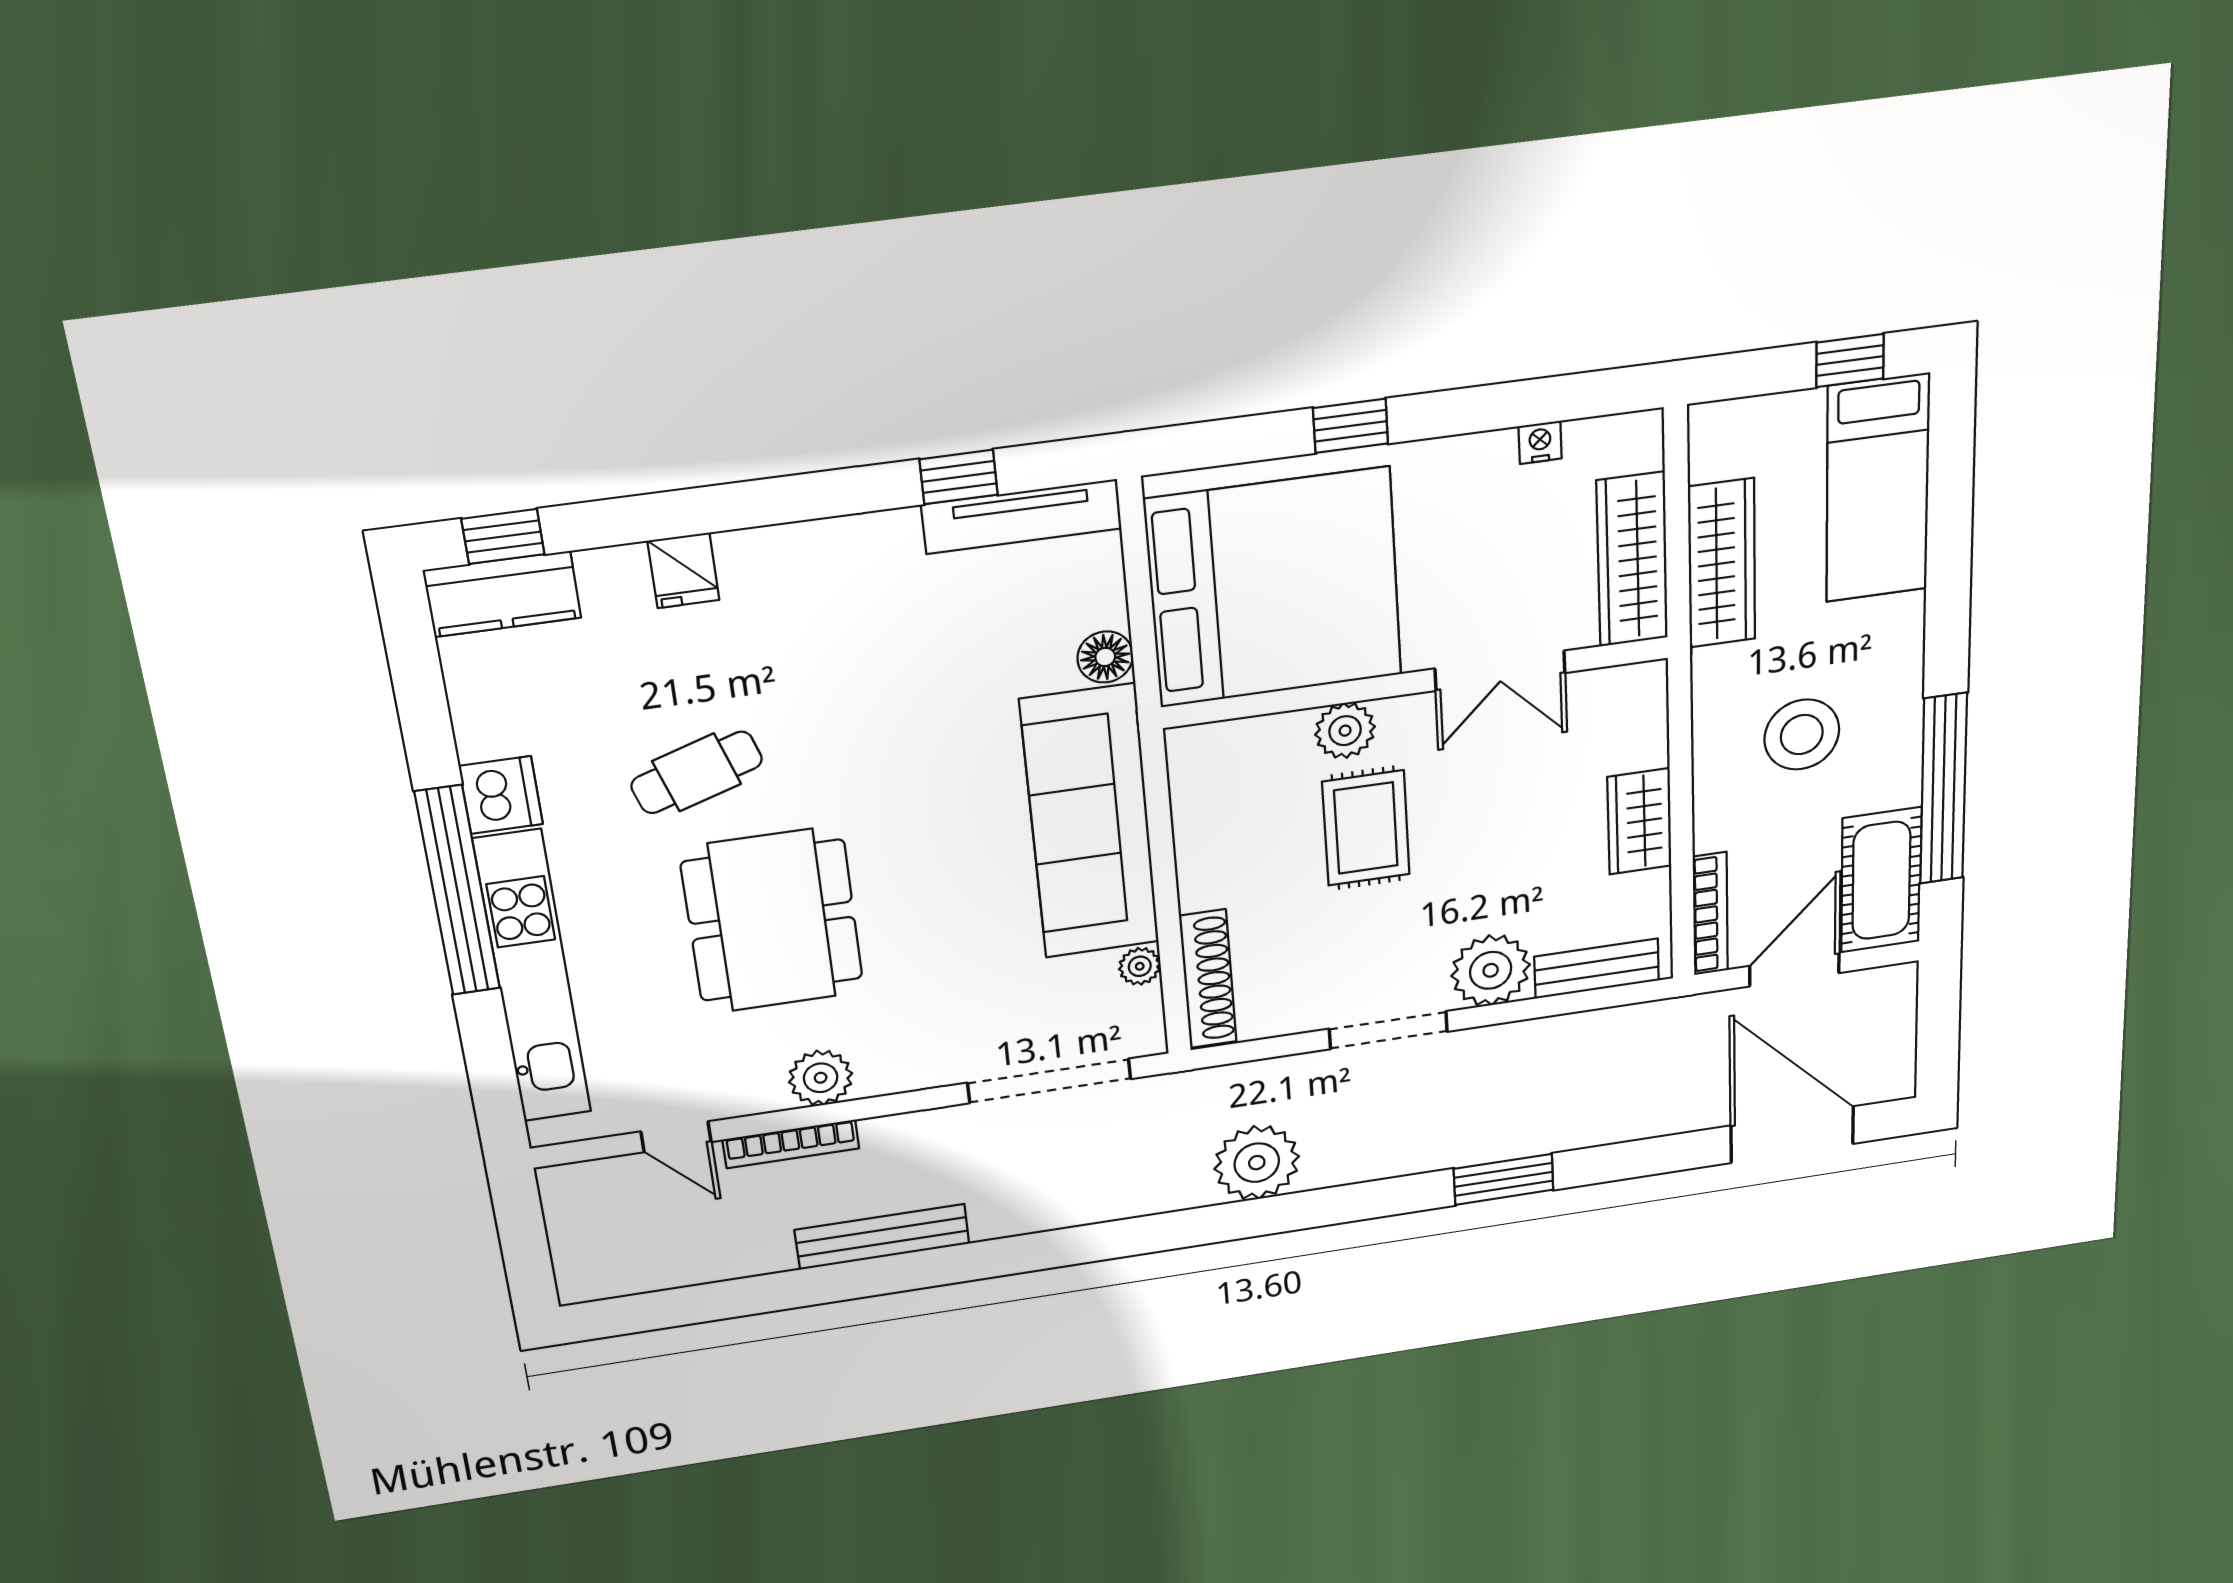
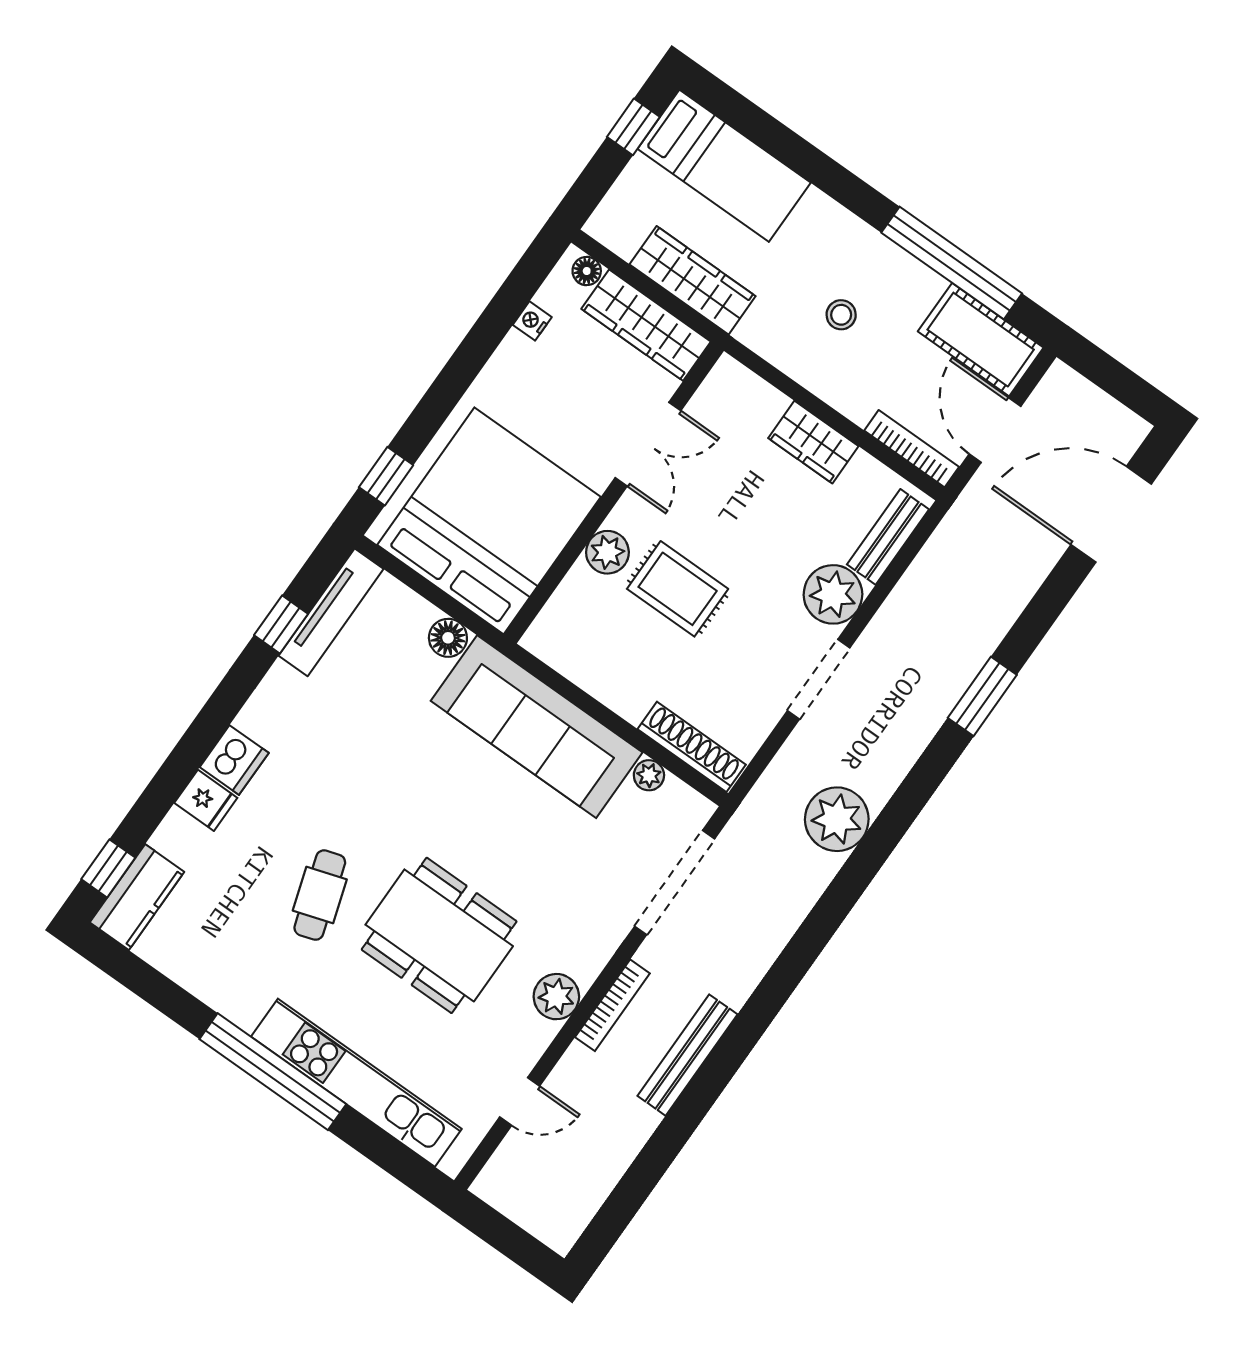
window: (1351, 426) -> (386, 476), moved
floor lamp: (1644, 450) -> (587, 271), added
stool: (1802, 735) -> (841, 315), width x0.53, depth x0.53
dishwasher: (501, 795) -> (234, 760), moved, turned 90
bookcase: (791, 1144) -> (612, 1005), moved

